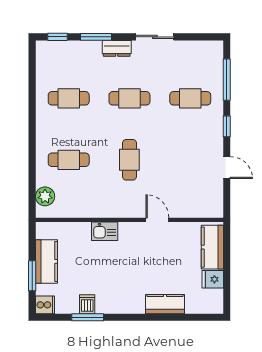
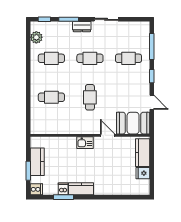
plant: (45, 196) -> (36, 37), moved
booth: (197, 200) -> (133, 123), added
kitchen sink: (105, 231) -> (85, 143), moved
kitchen counter: (165, 304) -> (81, 189), moved

